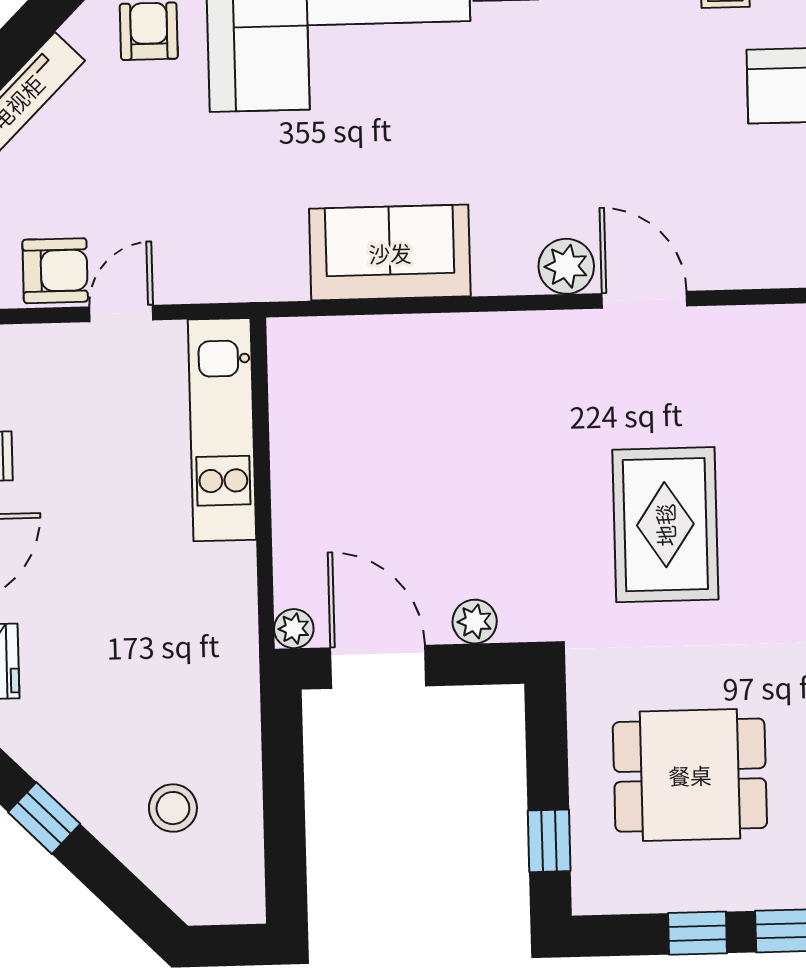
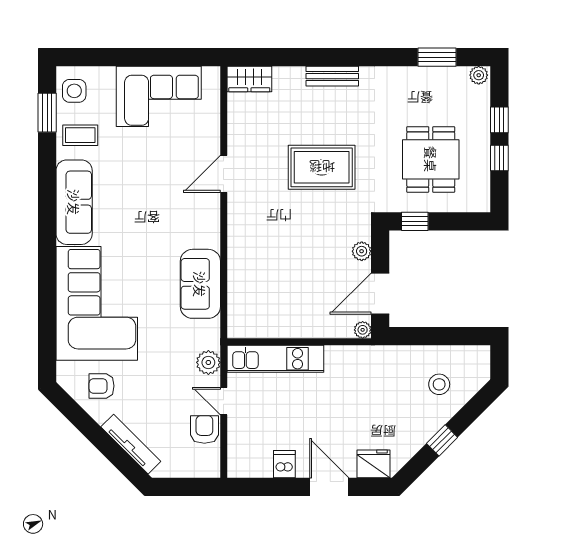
plant: (566, 266) -> (208, 362), moved
window: (549, 841) -> (415, 221), moved

